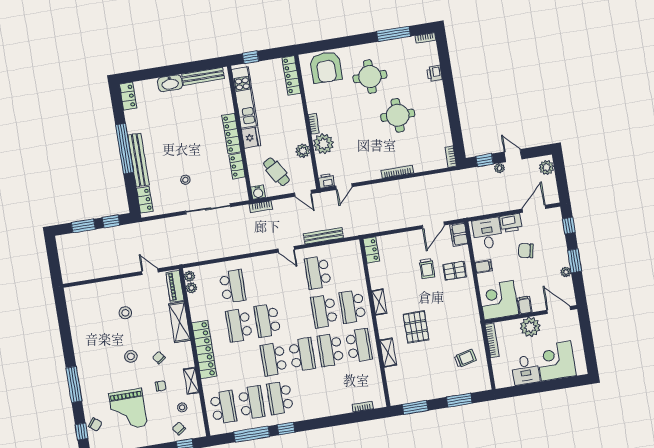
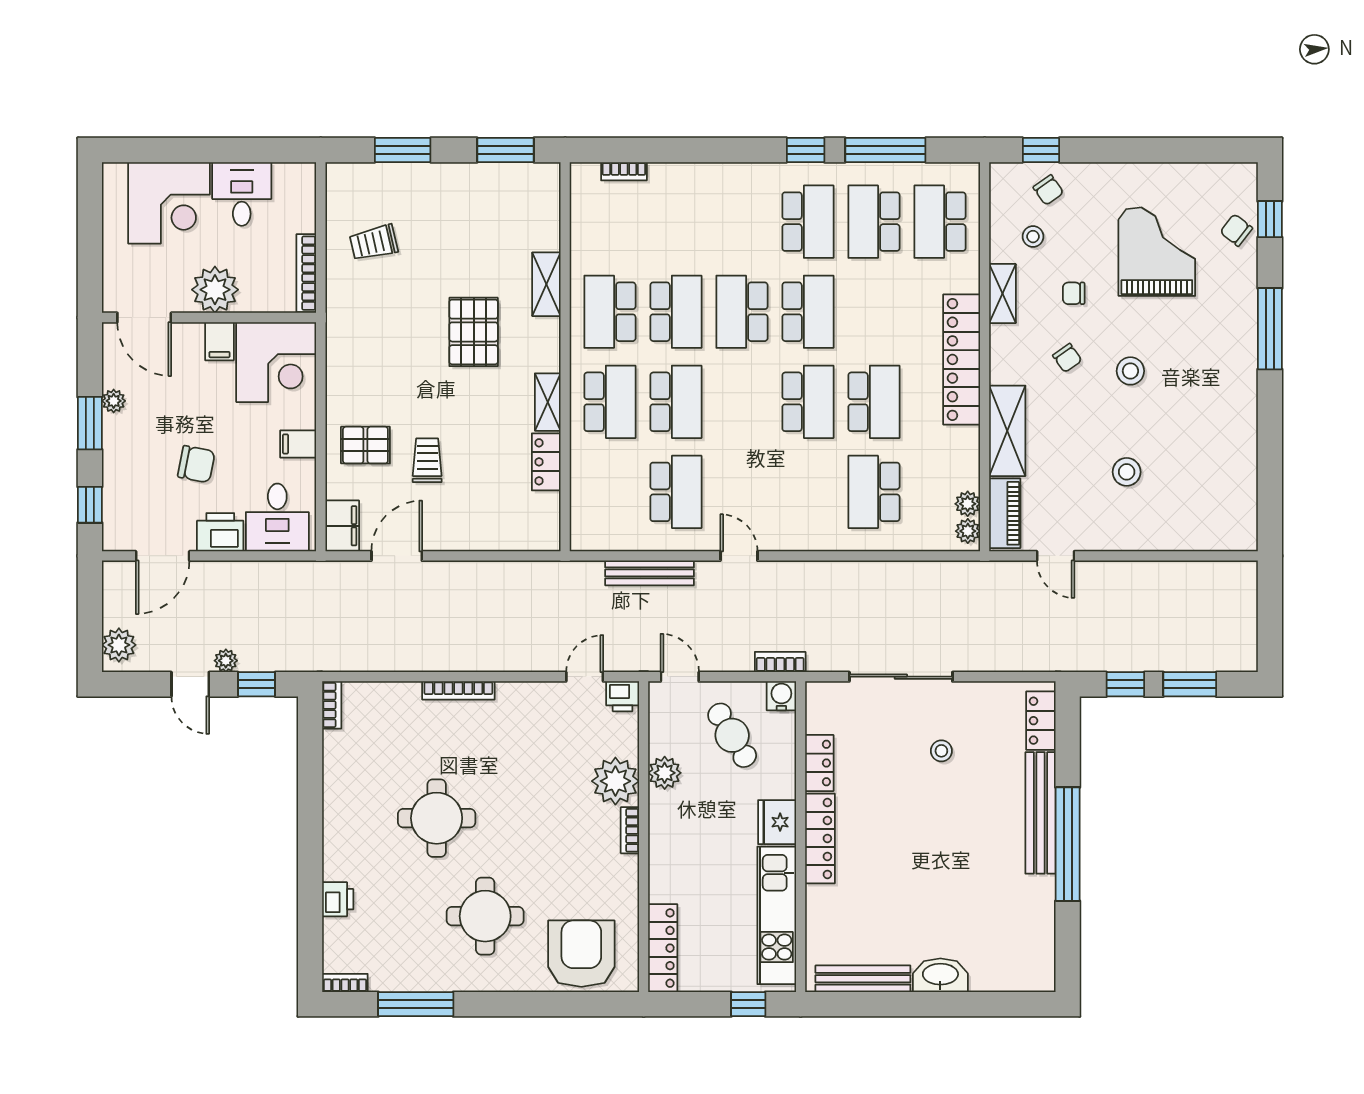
locker: (128, 96) -> (1040, 962), removed
locker: (371, 250) -> (546, 462), moved

